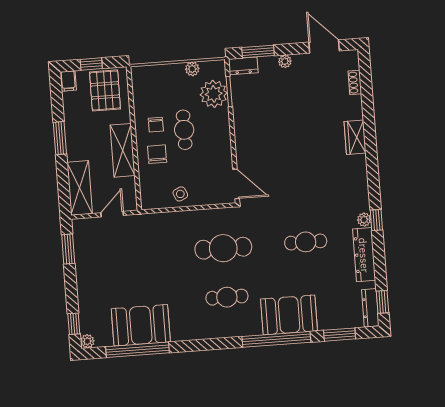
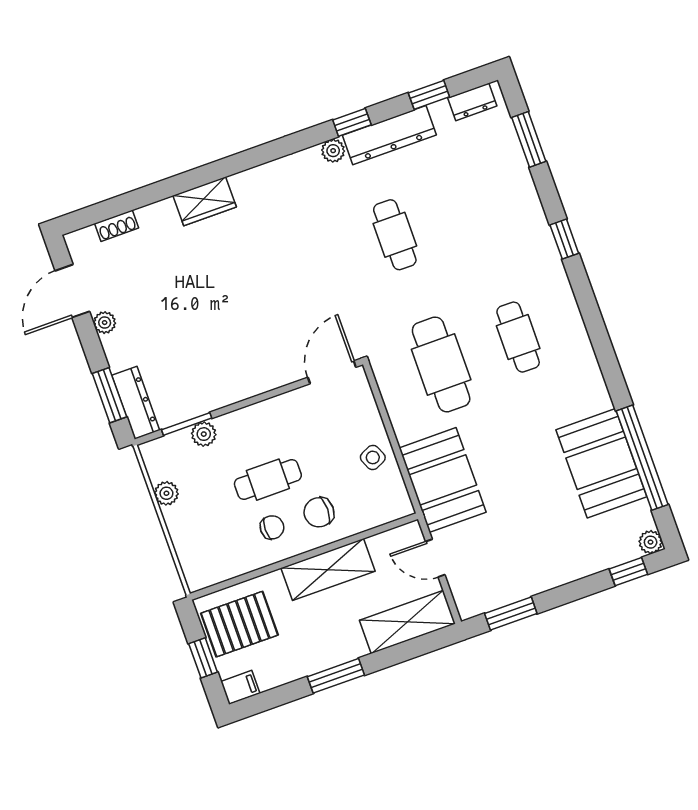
plant: (285, 61) -> (105, 323), moved
dresser: (243, 66) -> (136, 403), width x1.44
plant: (214, 94) -> (204, 434), width x0.53, depth x0.53
window: (376, 220) -> (352, 122), moved
window: (383, 302) -> (429, 95), moved
dresser: (370, 308) -> (472, 102), width x0.70
booth: (289, 315) -> (443, 480), moved
window: (276, 339) -> (564, 239), width x0.32

